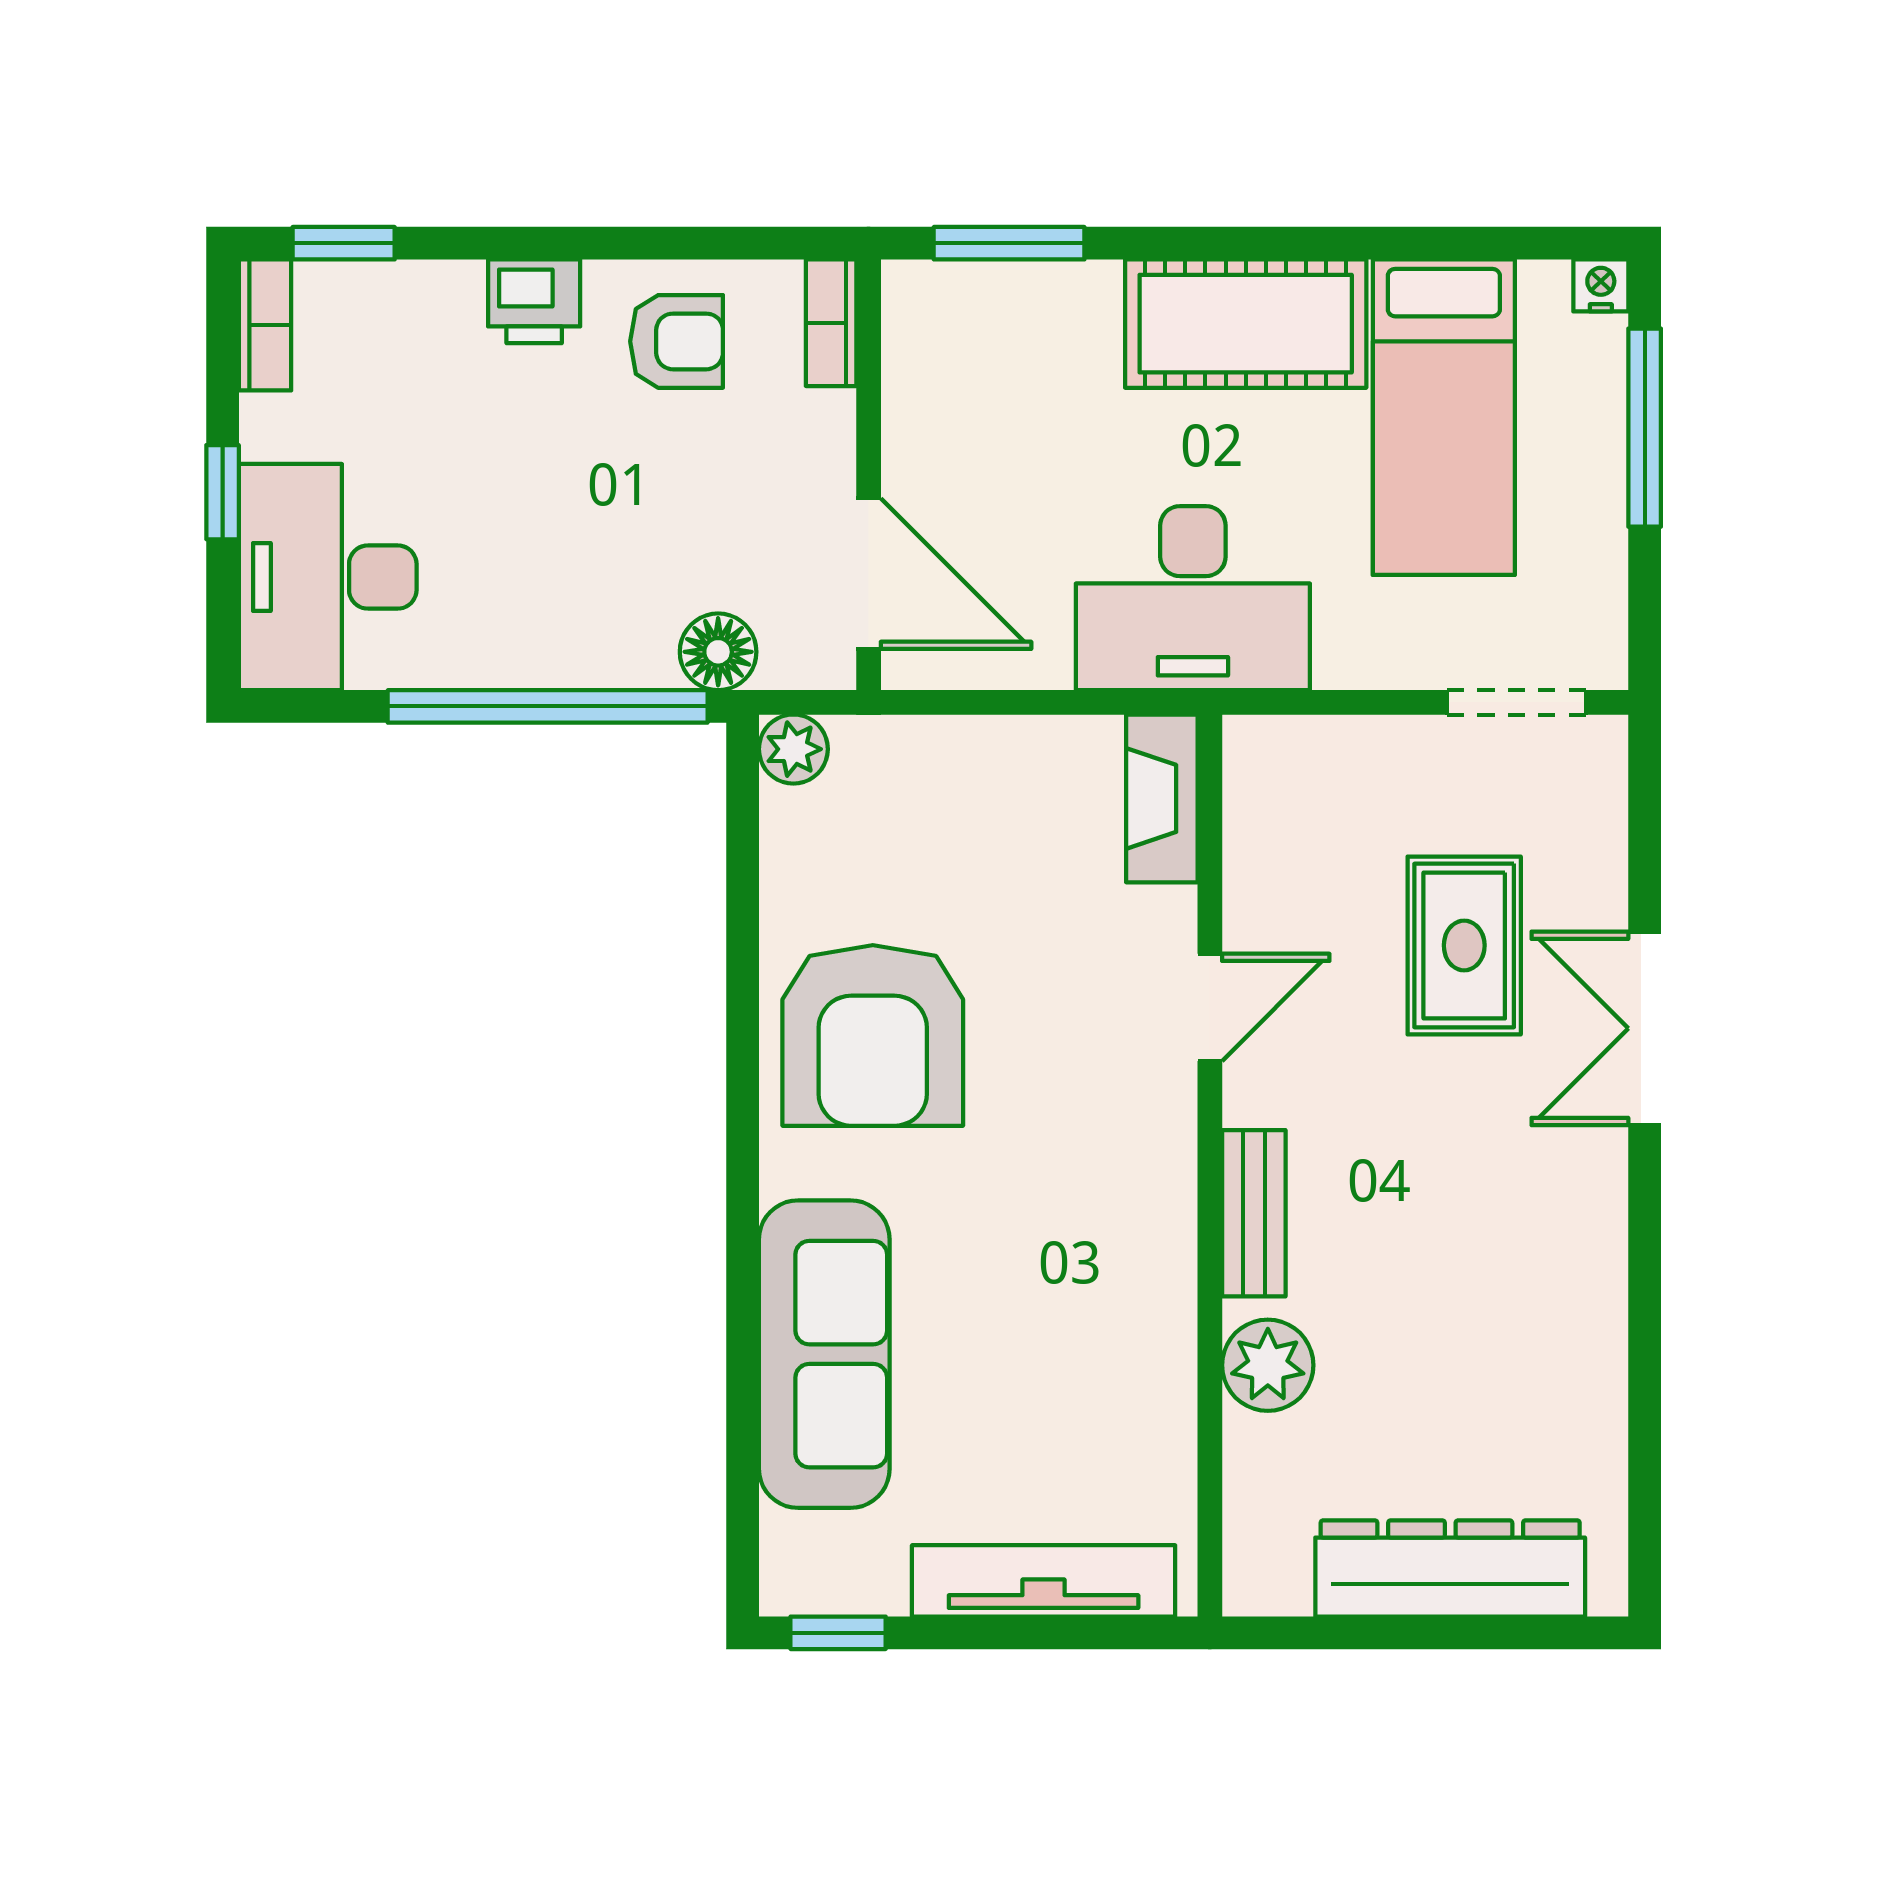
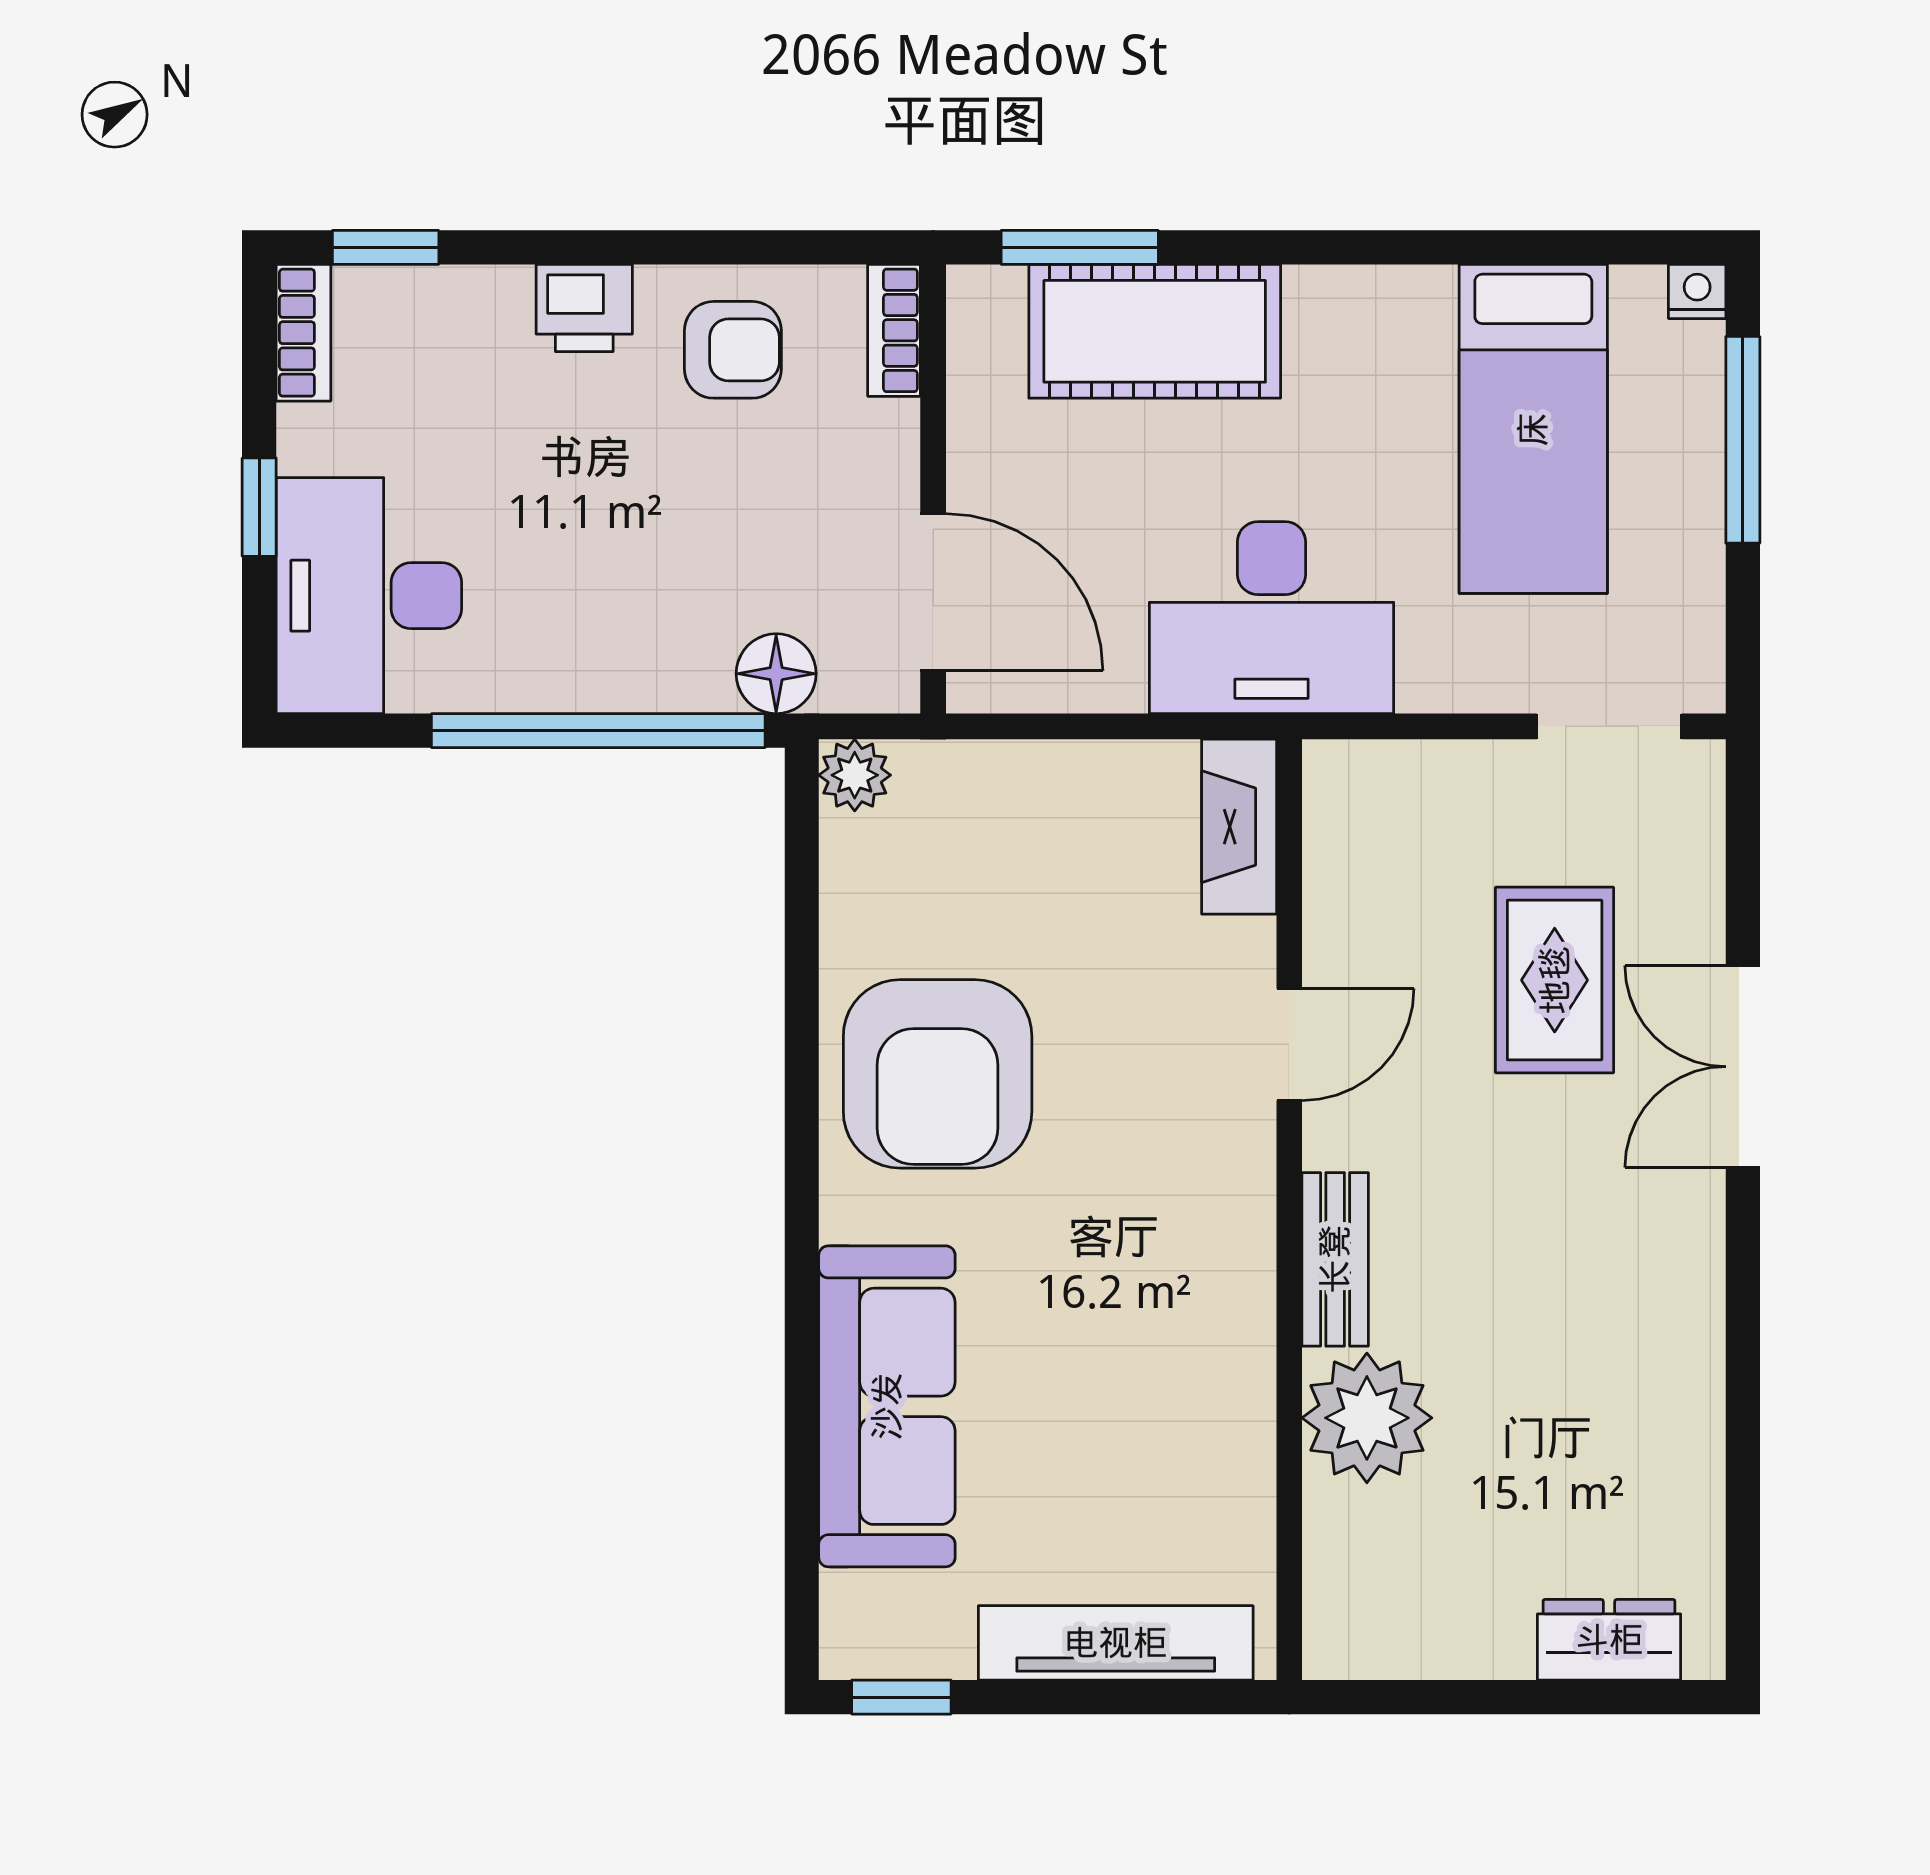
cot: (1246, 324) -> (1155, 331), moved
plant: (1268, 1365) -> (1367, 1418), width x1.36, depth x1.36
dresser: (1450, 1568) -> (1609, 1640), width x0.51, depth x0.80

